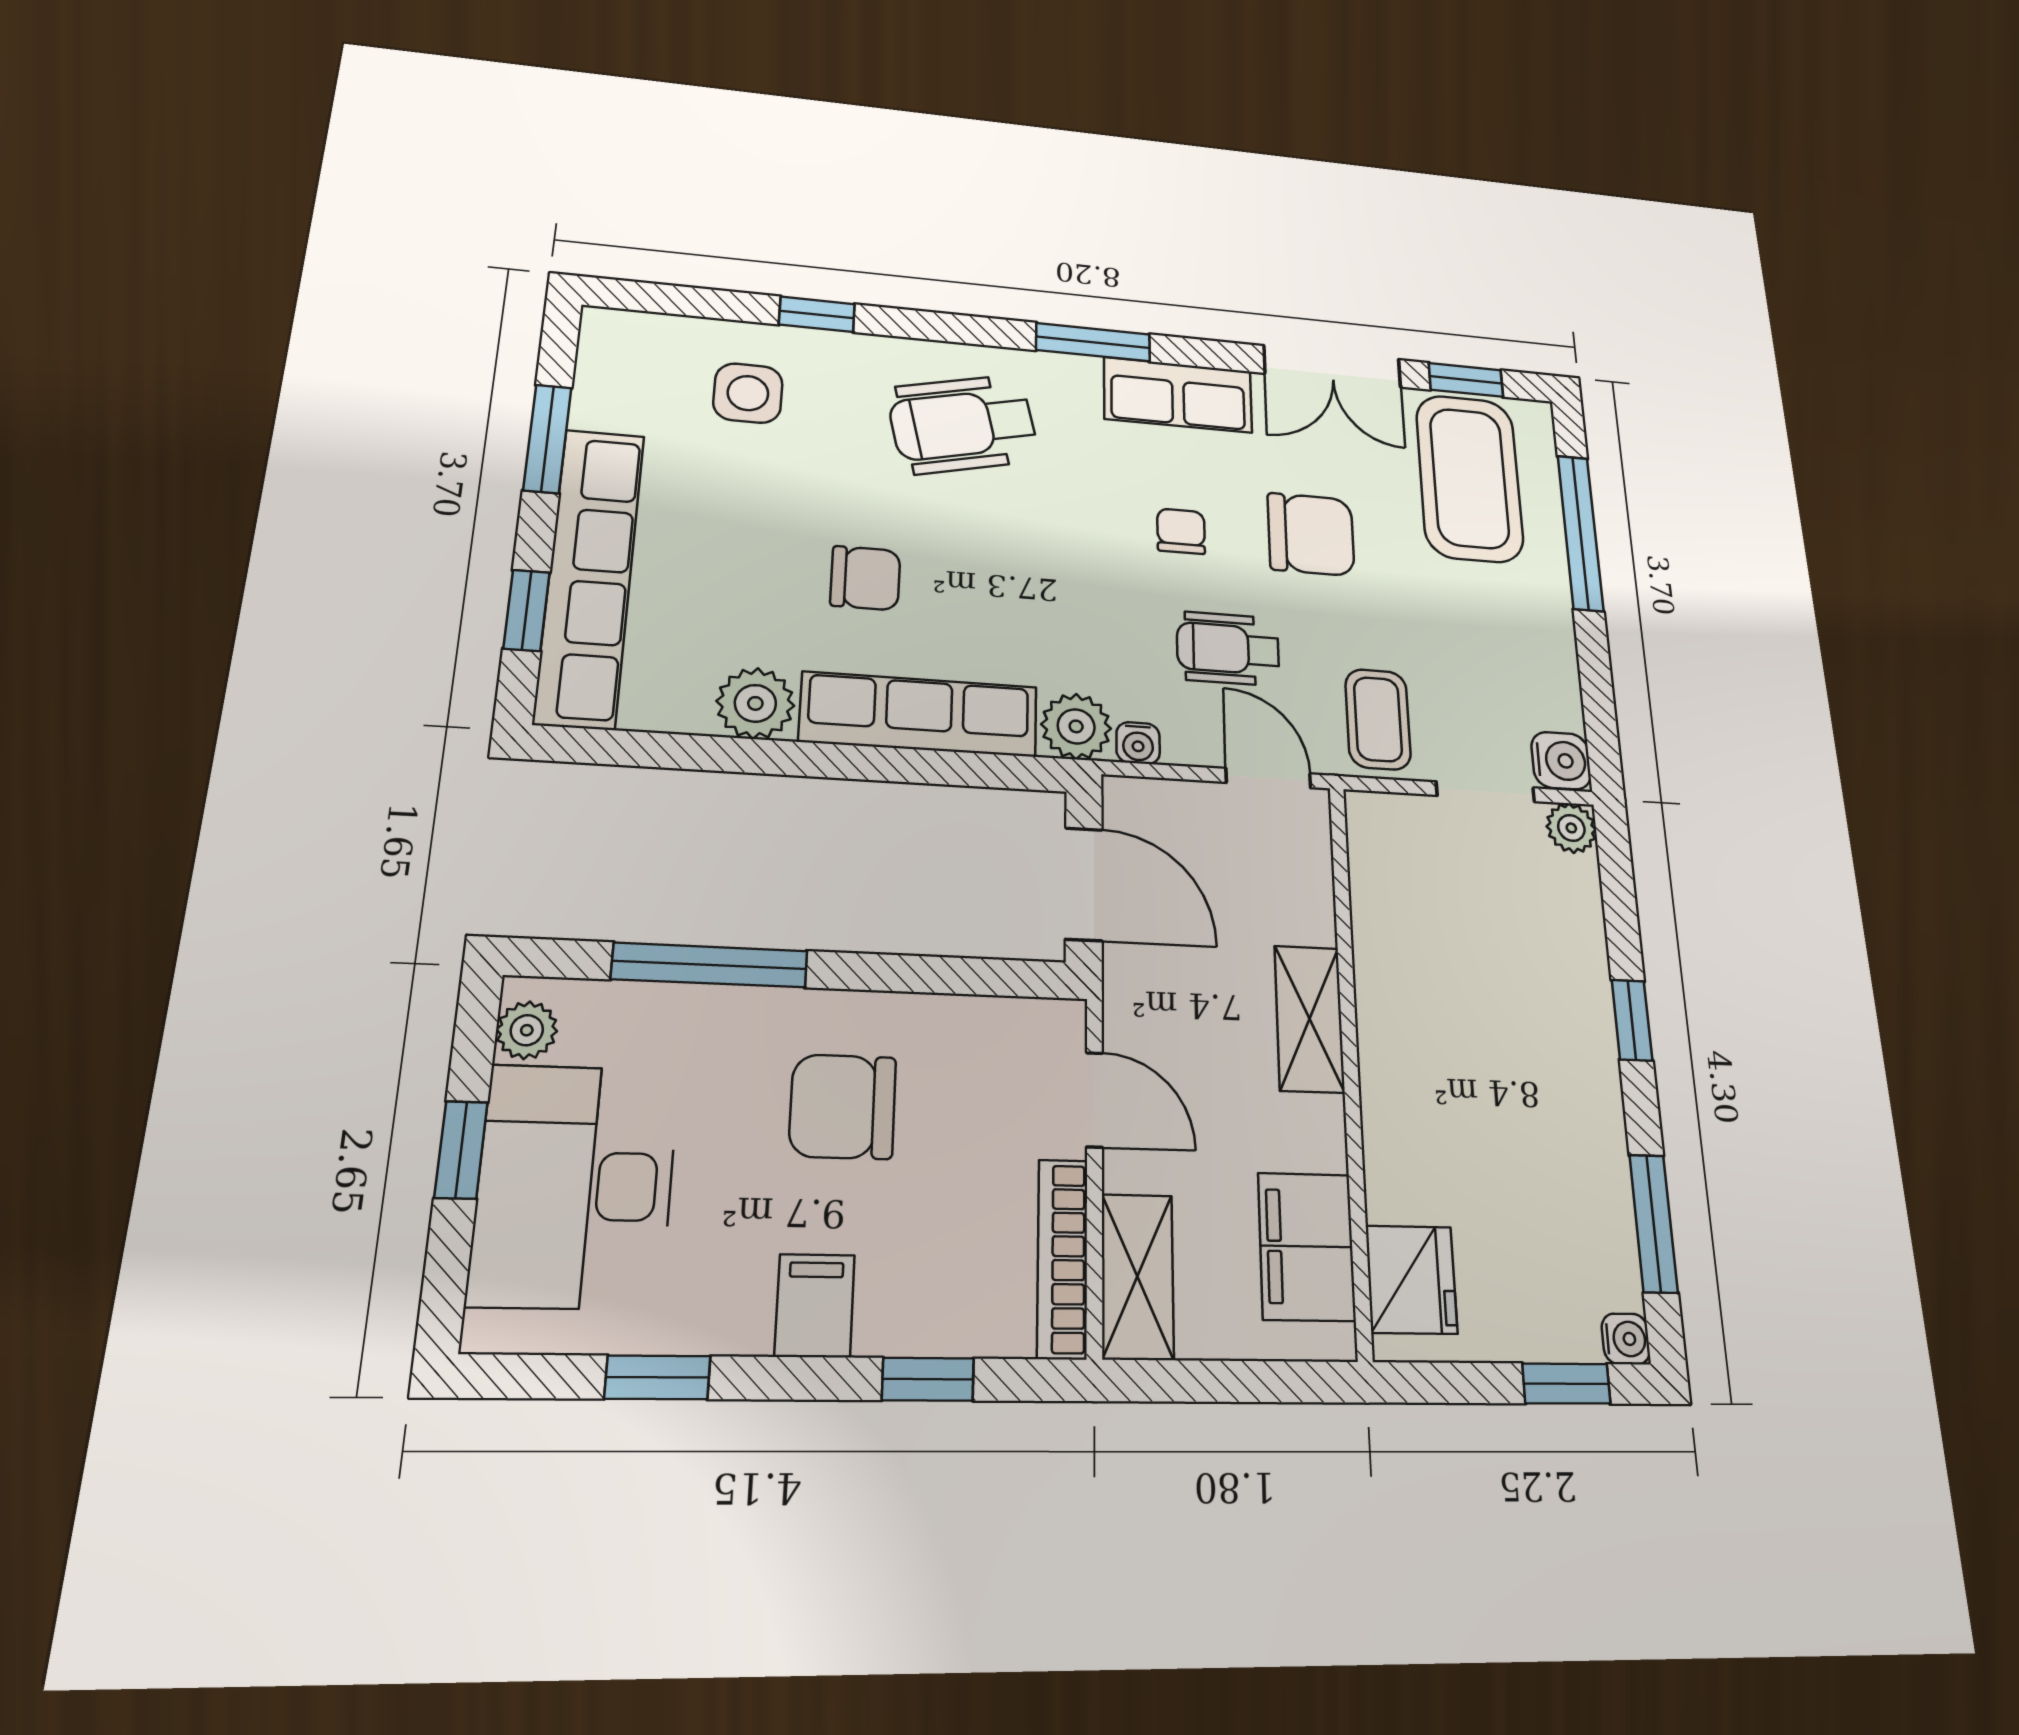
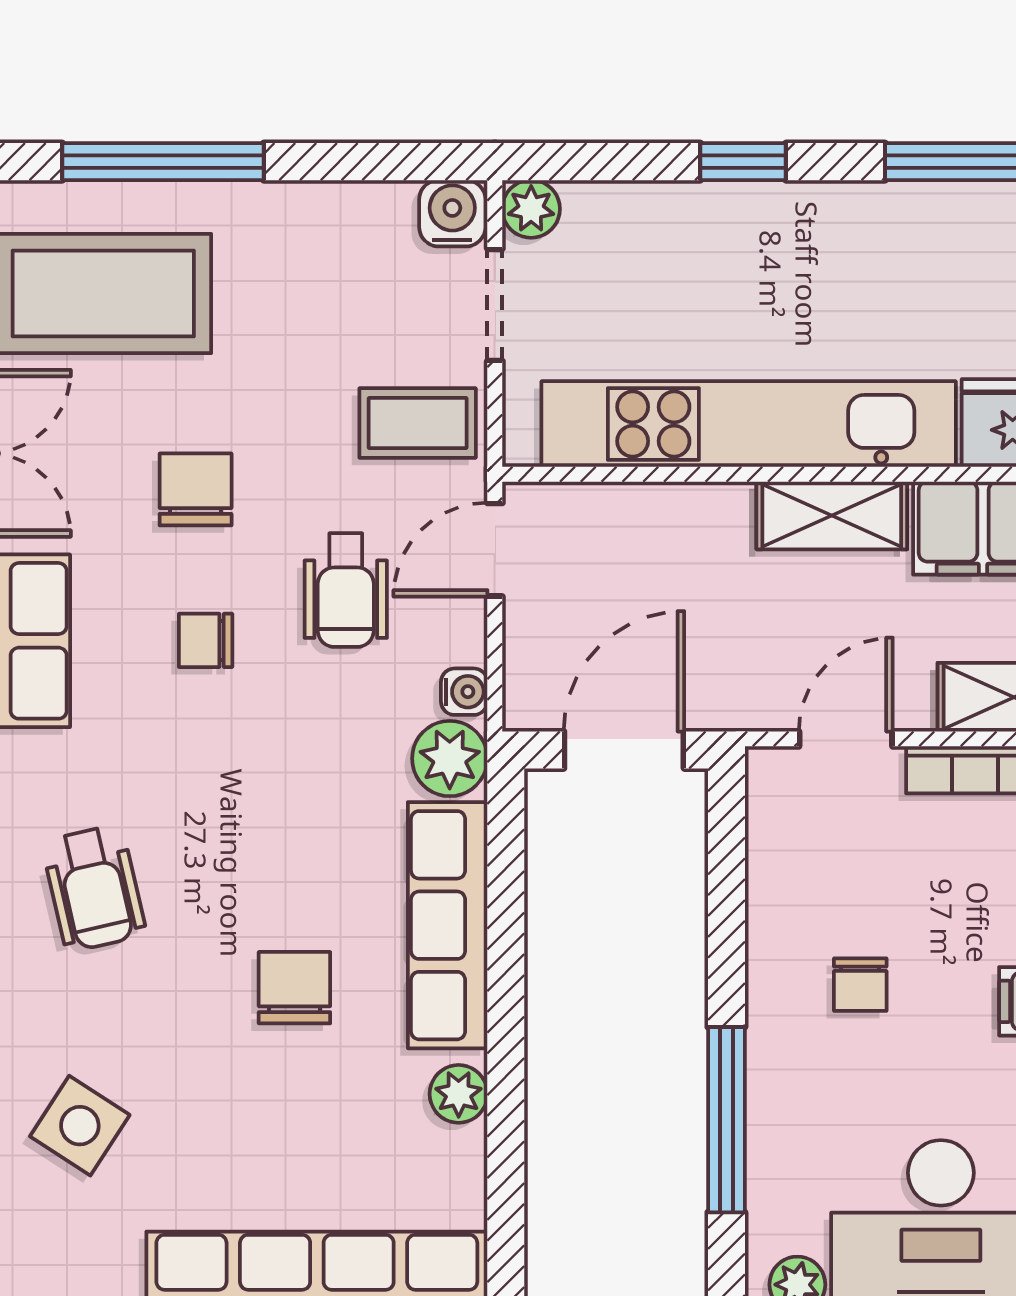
side table: (748, 393) -> (80, 1126), turned 33
wheelchair: (963, 424) -> (94, 888), width x0.73, depth x0.73
chair: (1311, 534) -> (196, 489), width x0.73, depth x0.73
plant: (755, 703) -> (459, 1094), width x0.73, depth x0.73
kitchen unit: (1395, 1015) -> (749, 424), added
shelving: (1309, 1019) -> (832, 515), moved
chair: (843, 1107) -> (860, 985), width x0.54, depth x0.54

